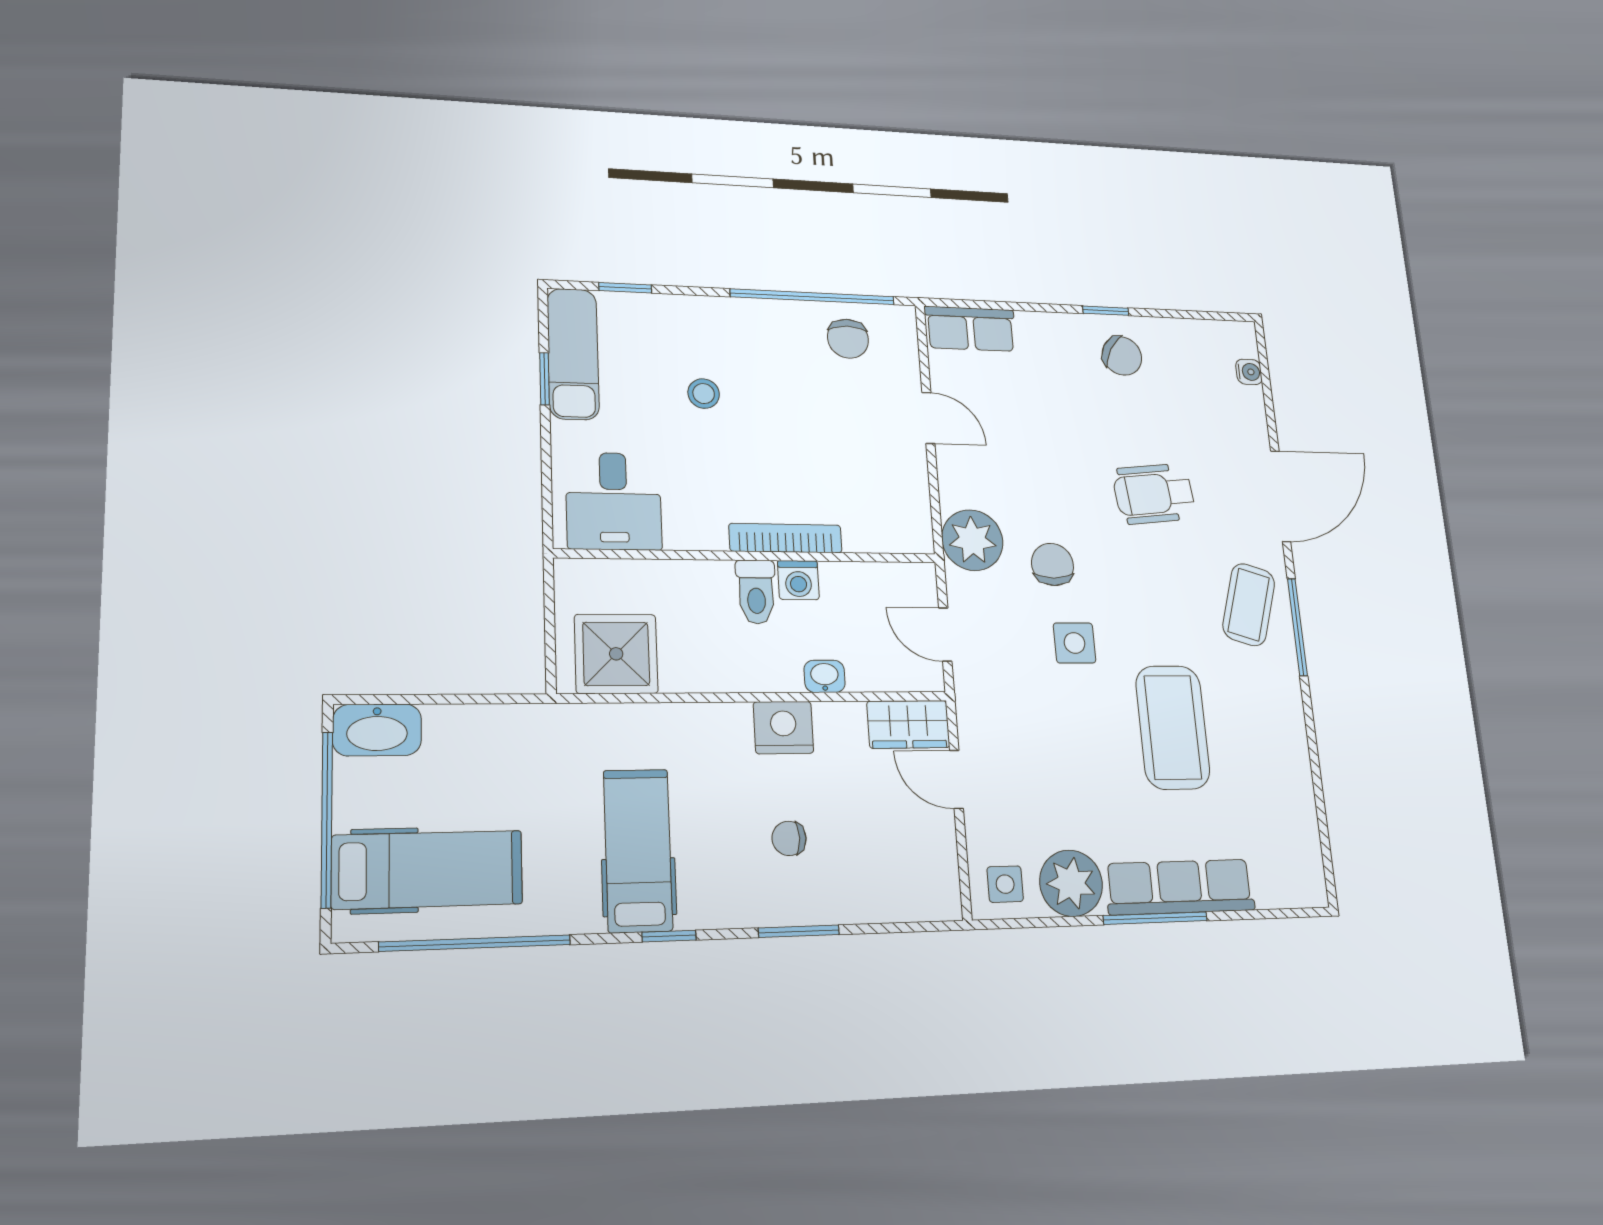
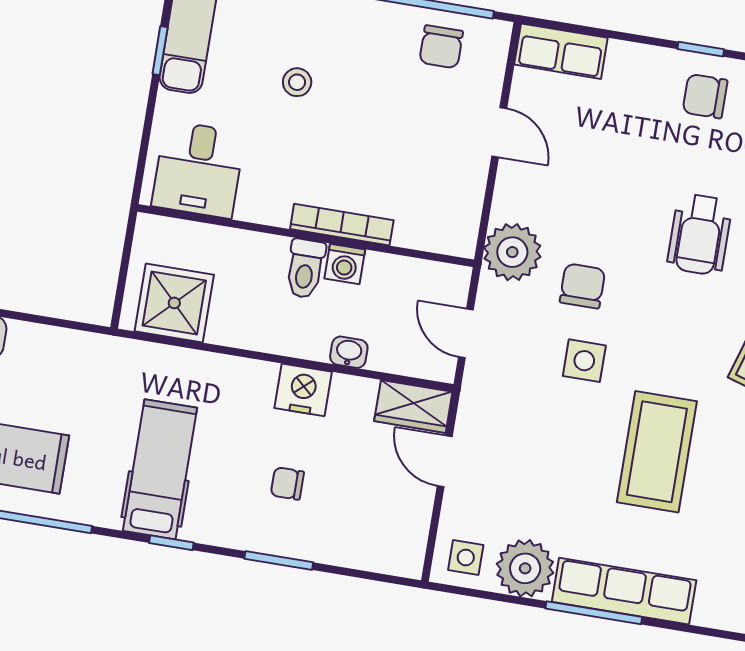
chair: (1122, 356) -> (705, 96), turned 150
wheelchair: (1154, 494) -> (700, 234), turned -84

